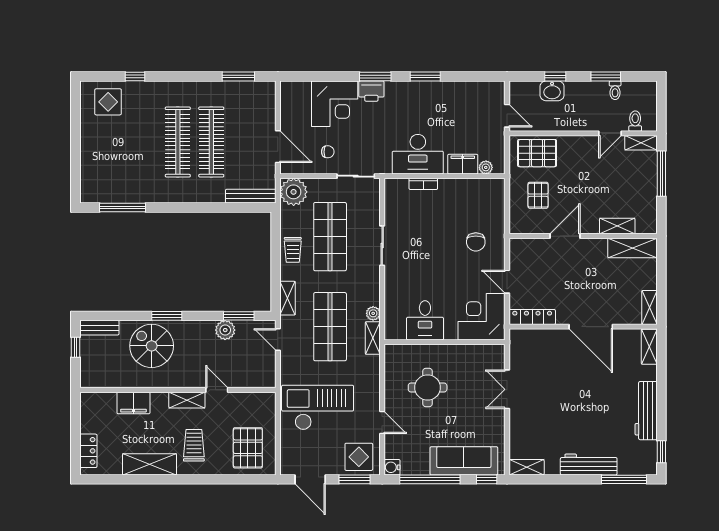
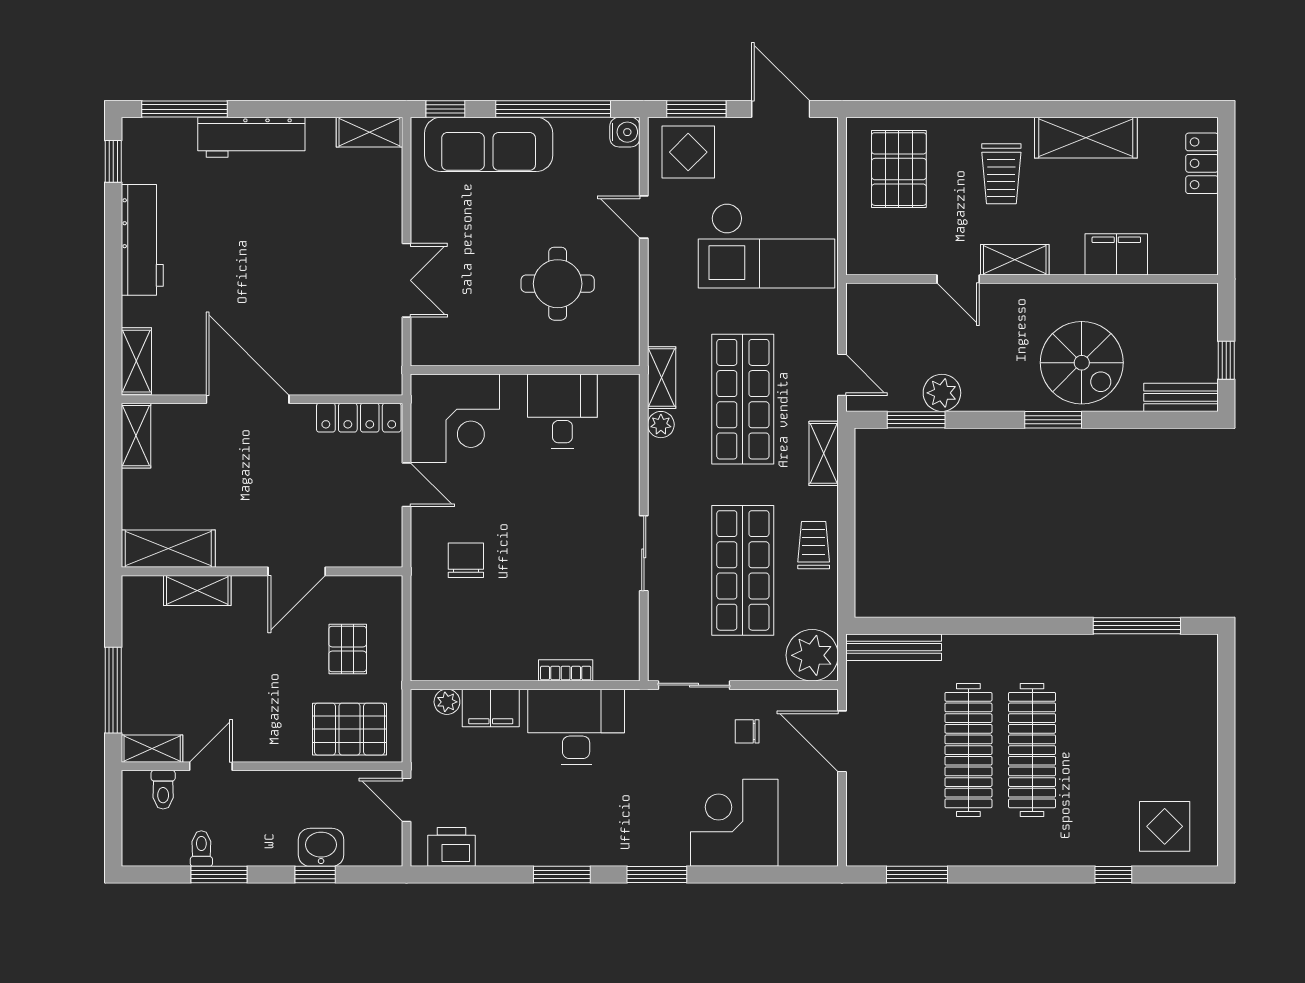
printer: (371, 91) -> (451, 847), moved

